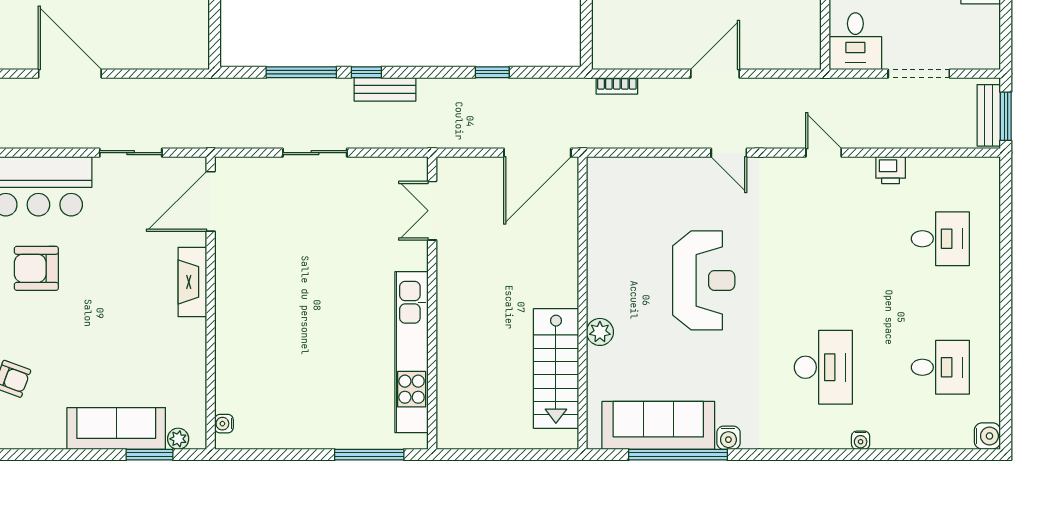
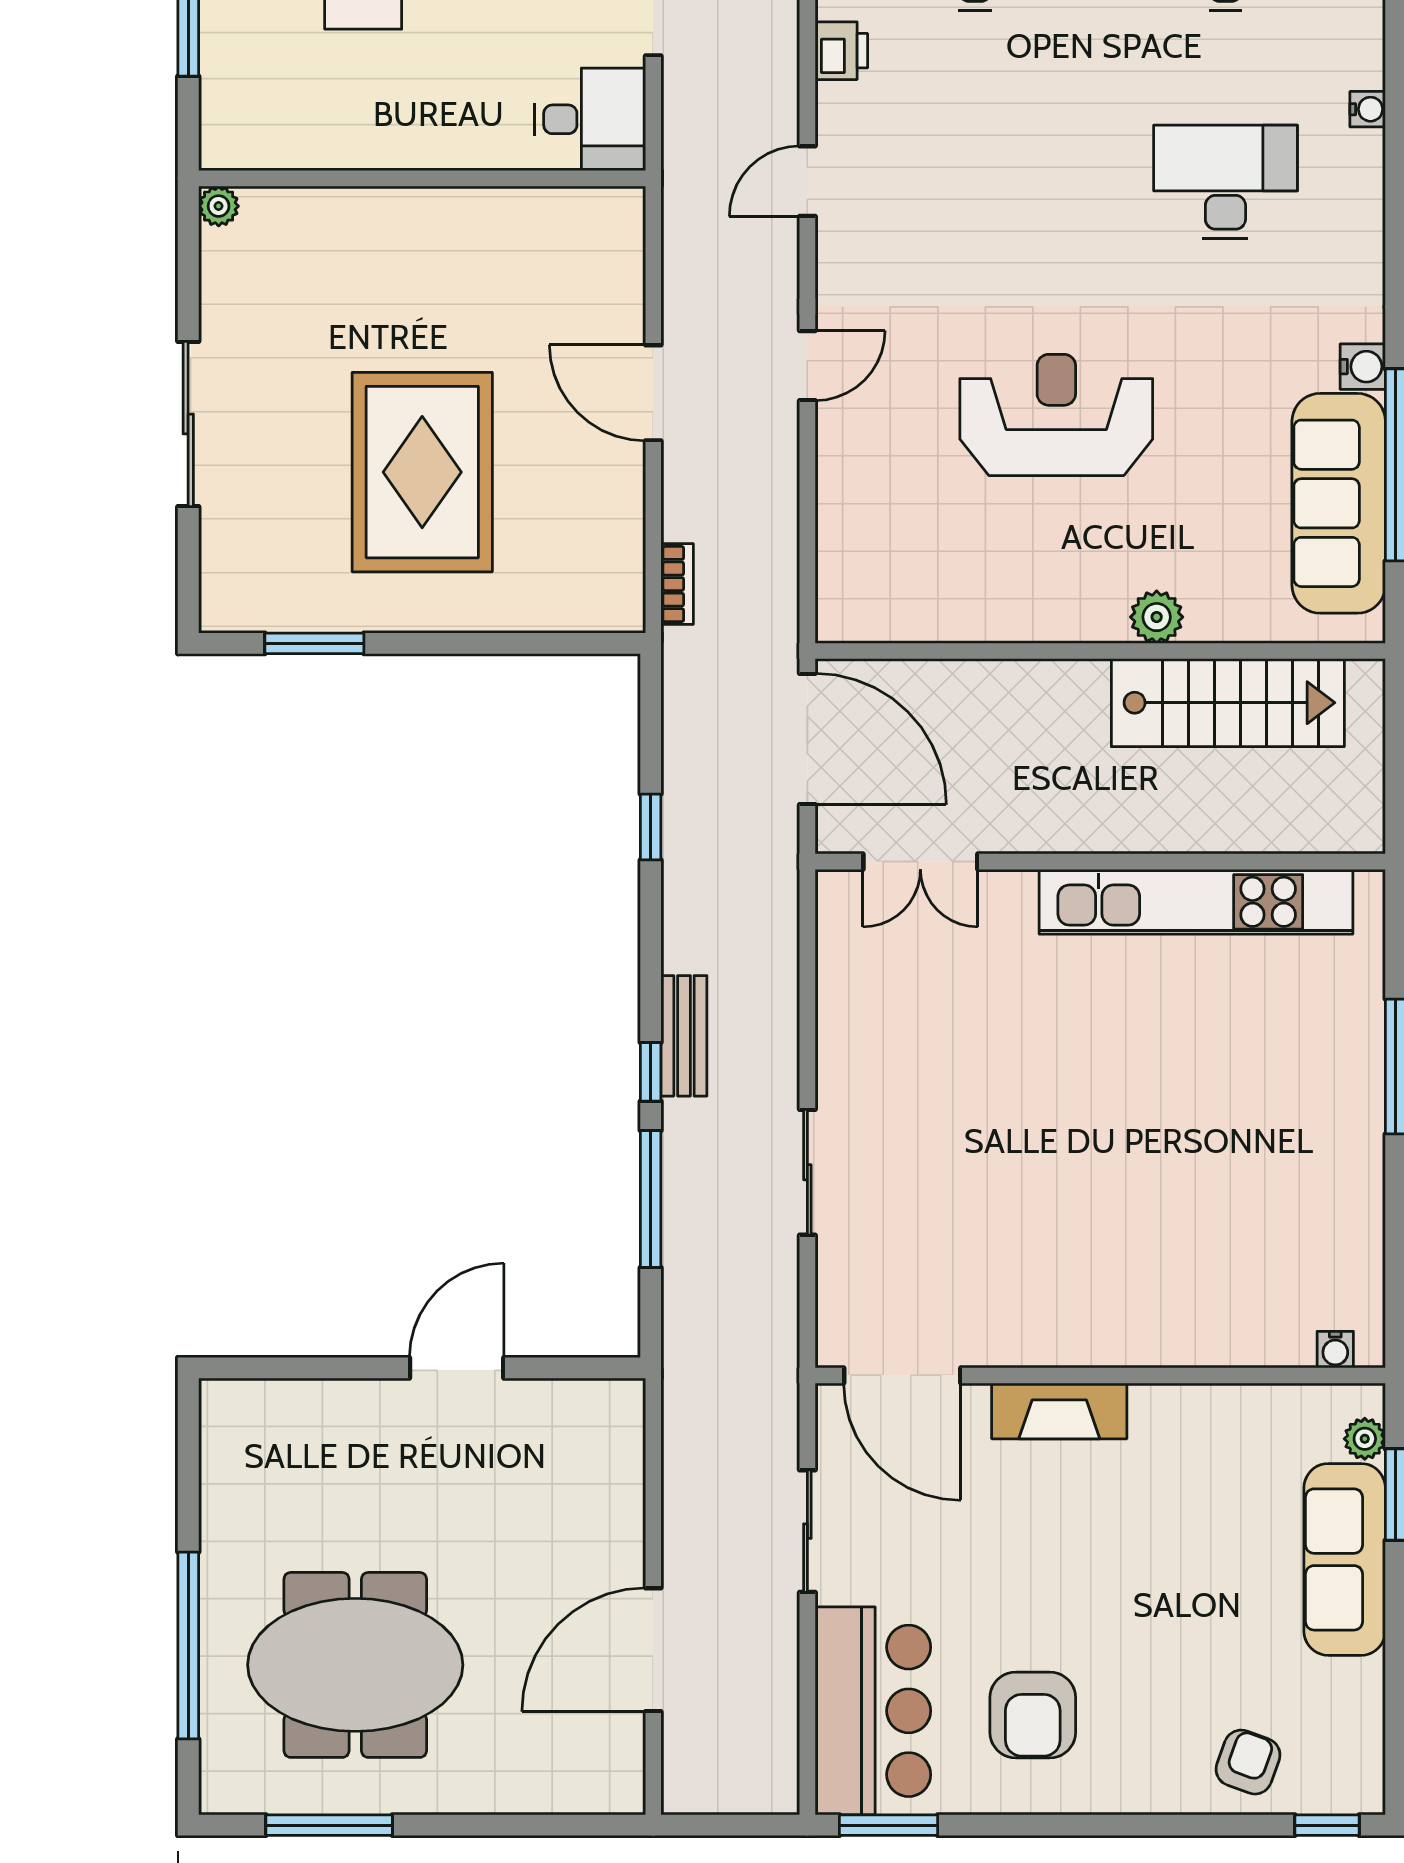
double door: (432, 211) -> (920, 862), moved
wall: (432, 303) -> (1100, 862), moved
kitchen unit: (412, 352) -> (1196, 902), moved

